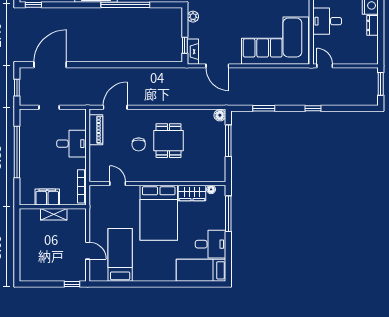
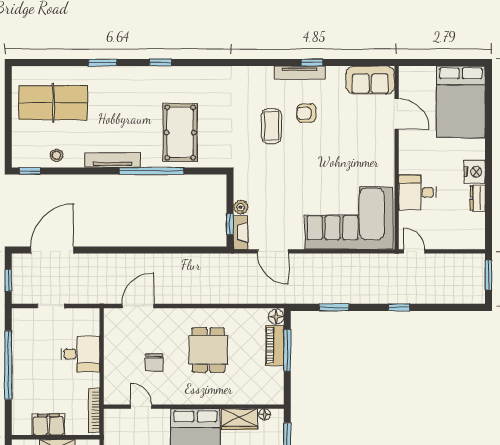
plant: (193, 17) -> (241, 207), moved
piano: (96, 130) -> (275, 346), moved, turned 180
chair: (139, 144) -> (154, 362), moved

